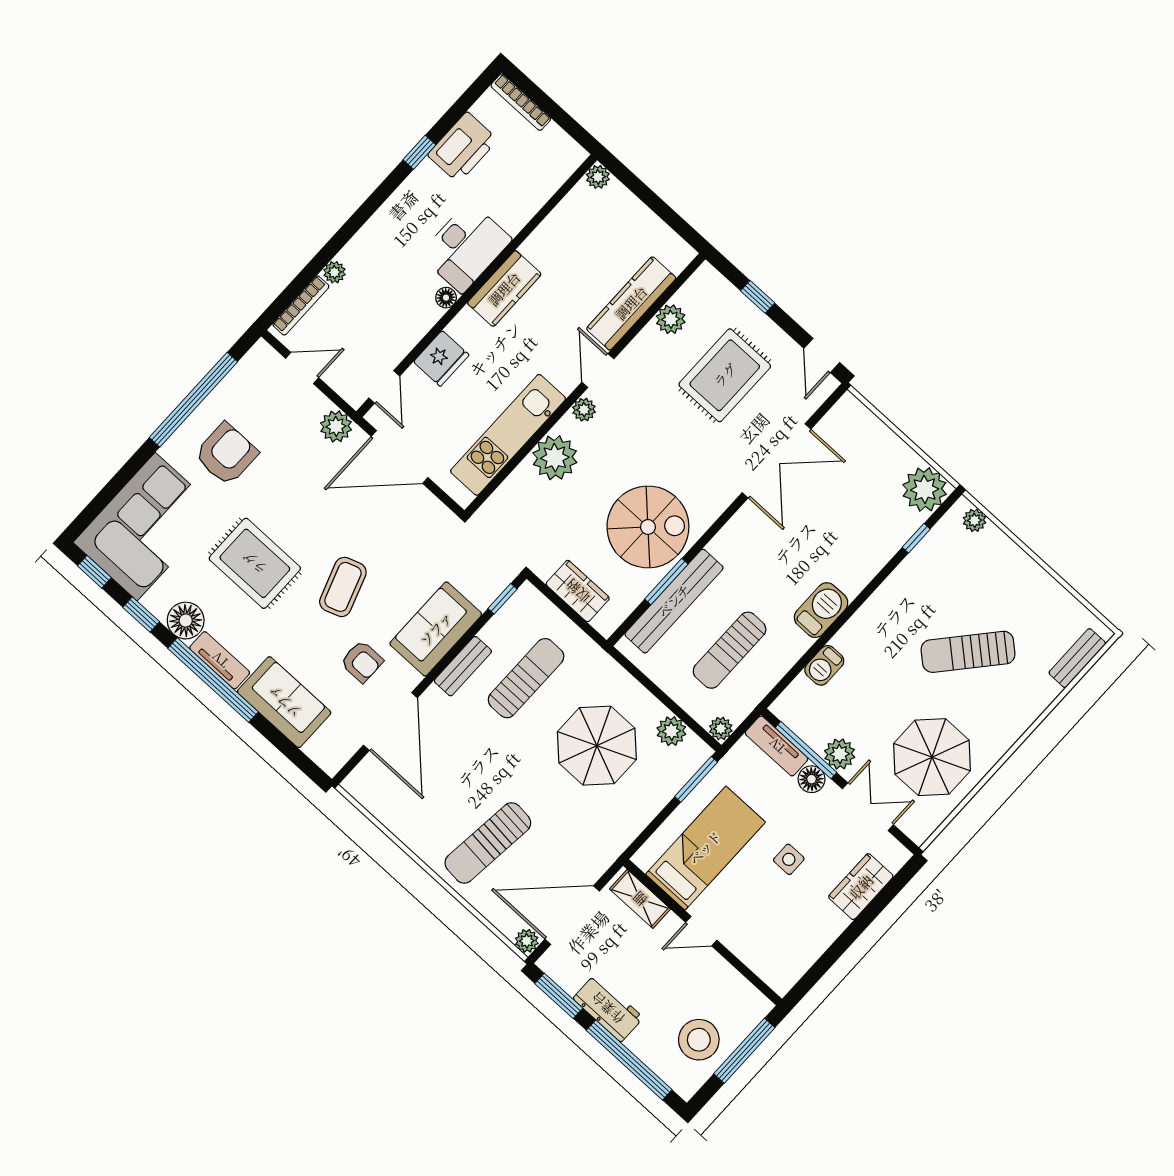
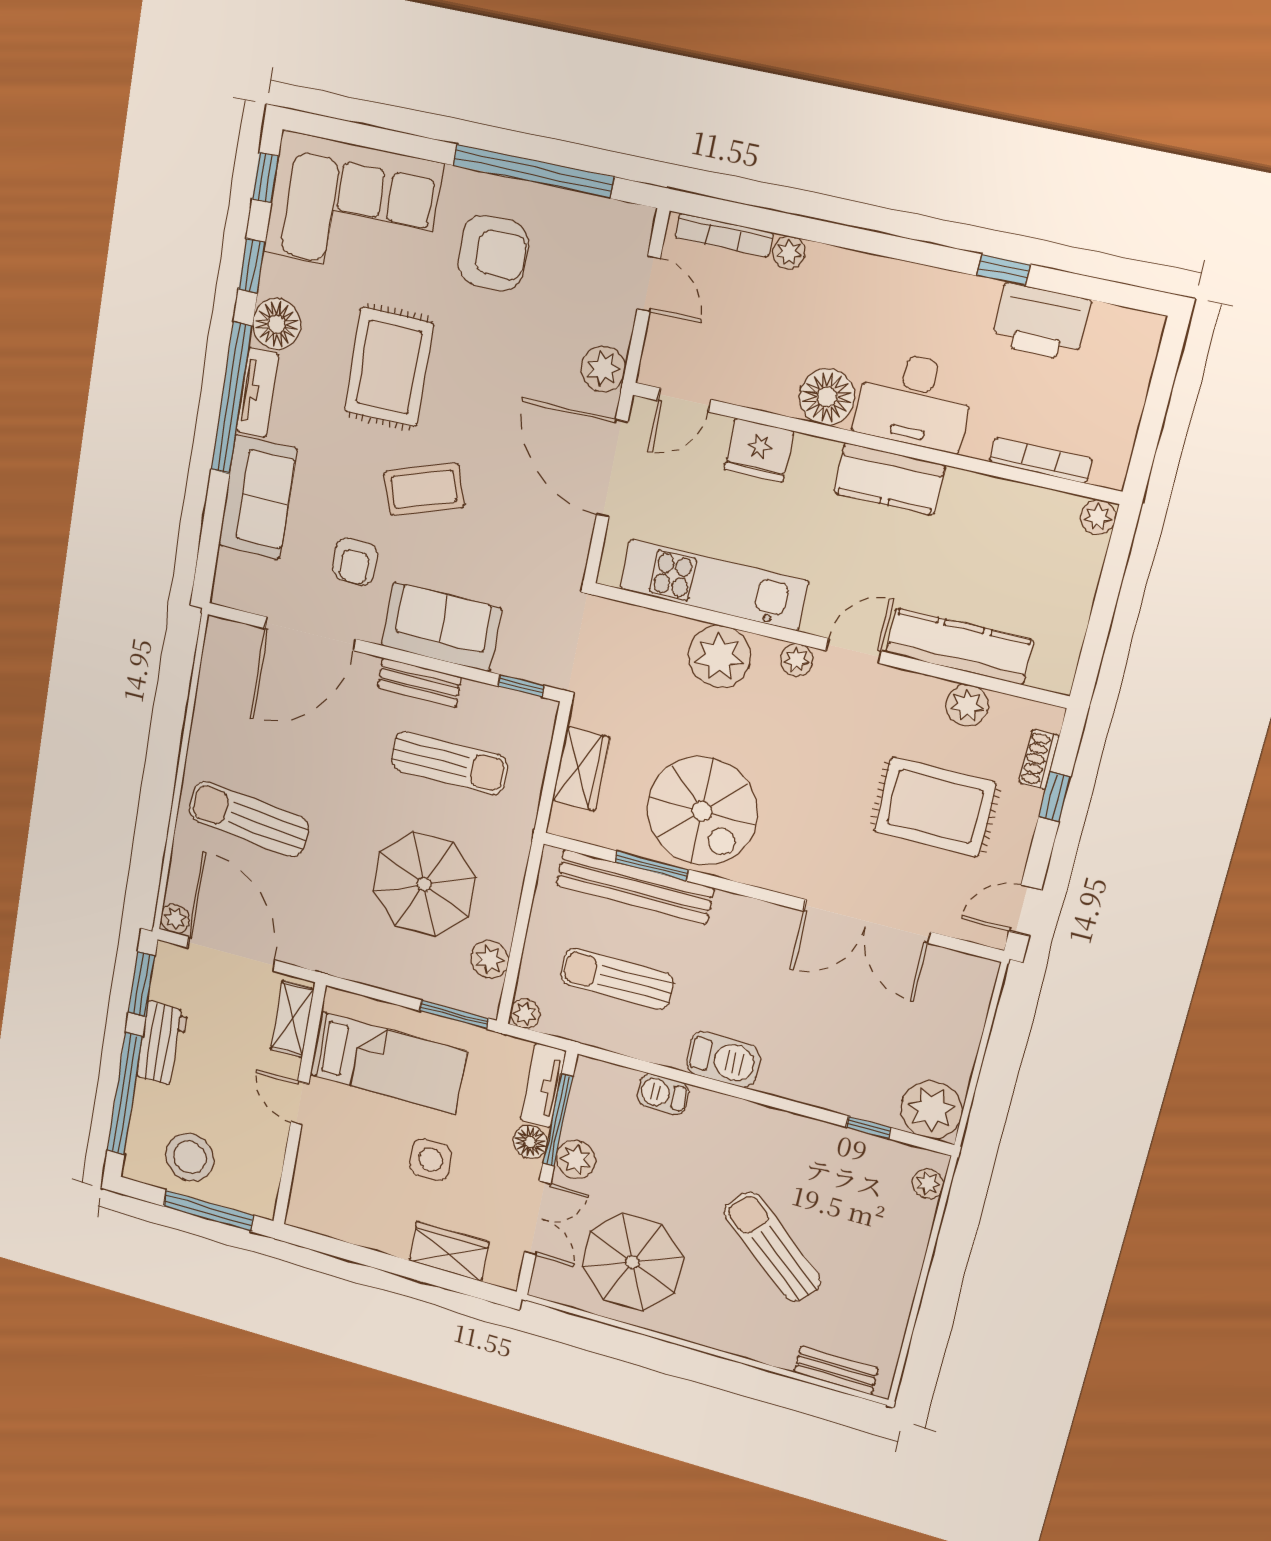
bookcase: (521, 102) -> (1041, 460), moved, turned 90
shoe rack: (729, 294) -> (1039, 759), added
floor lamp: (446, 298) -> (827, 397), width x1.89, depth x1.89
side table: (789, 859) -> (431, 1160), width x1.37, depth x1.37

